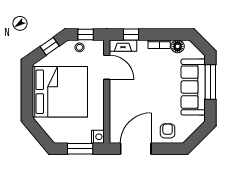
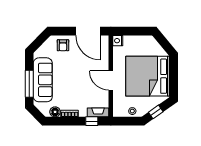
window: (86, 35) -> (127, 121), removed
door: (107, 67) -> (111, 80), moved
window: (80, 149) -> (132, 31), removed
door: (136, 149) -> (88, 31), hinge flipped

